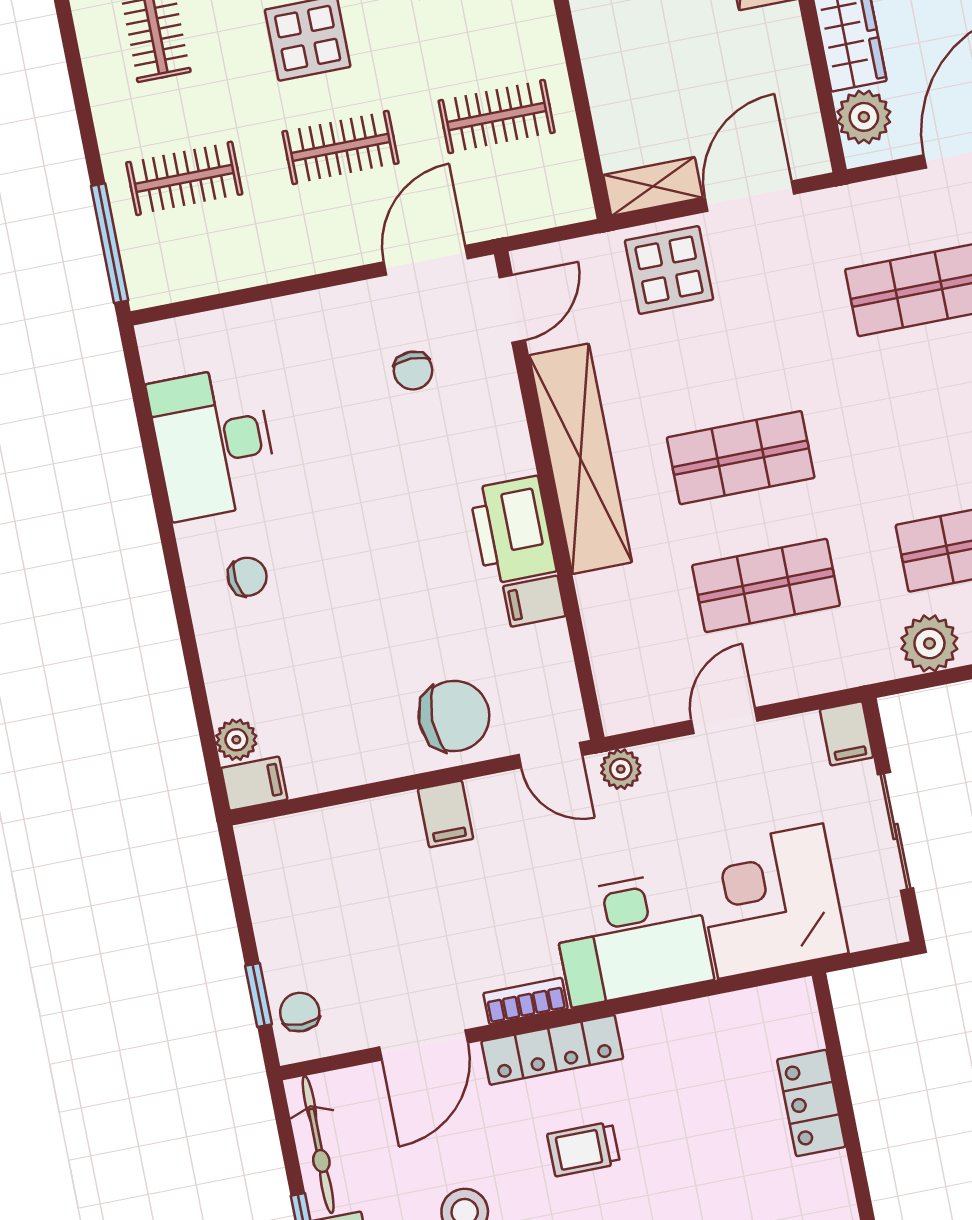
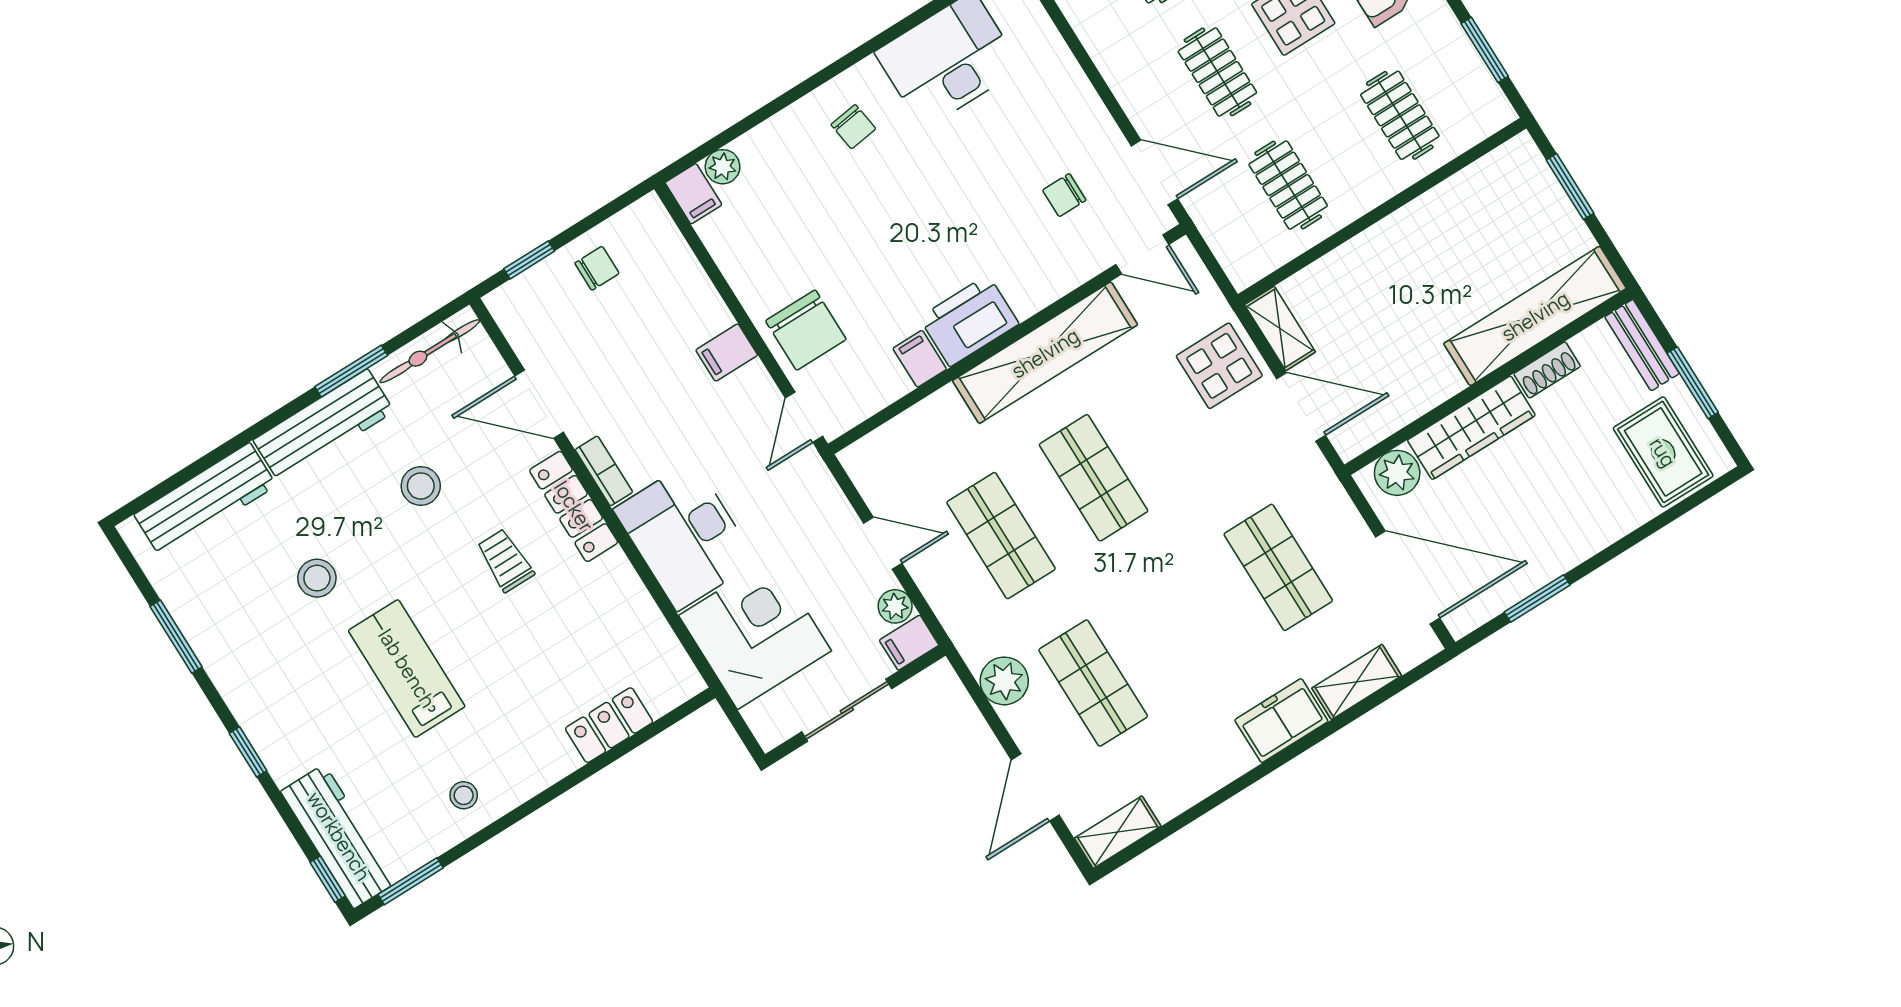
plant: (621, 769) -> (895, 606), moved
chair: (300, 1012) -> (597, 268), moved

